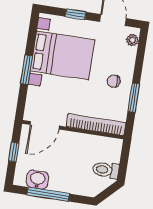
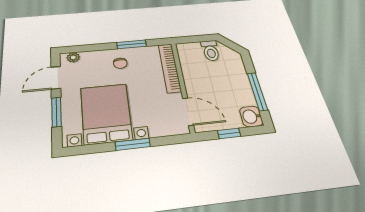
window: (76, 14) -> (56, 112), width x1.50
washbasin: (37, 180) -> (251, 116), moved

